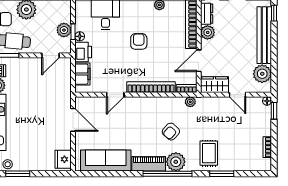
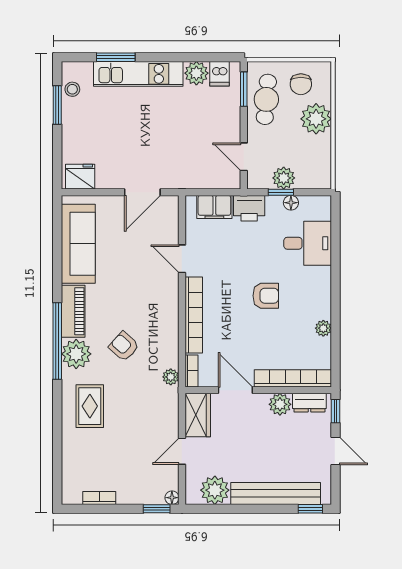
floor lamp: (80, 36) -> (291, 203), moved
rug: (209, 153) -> (90, 406), turned 90
window: (222, 174) -> (57, 427), removed

